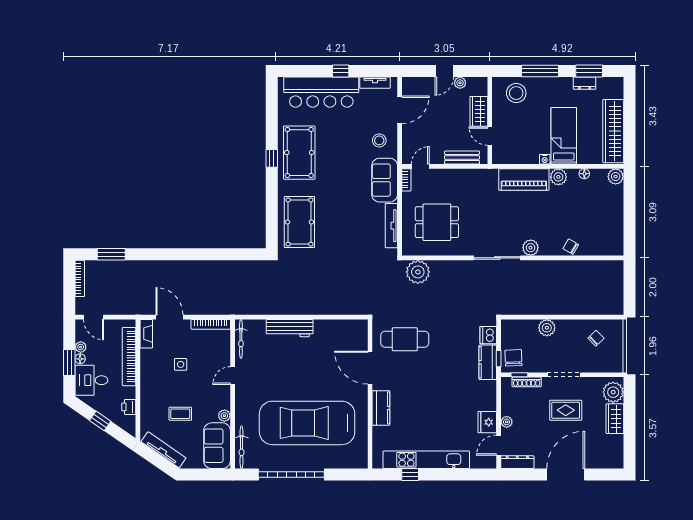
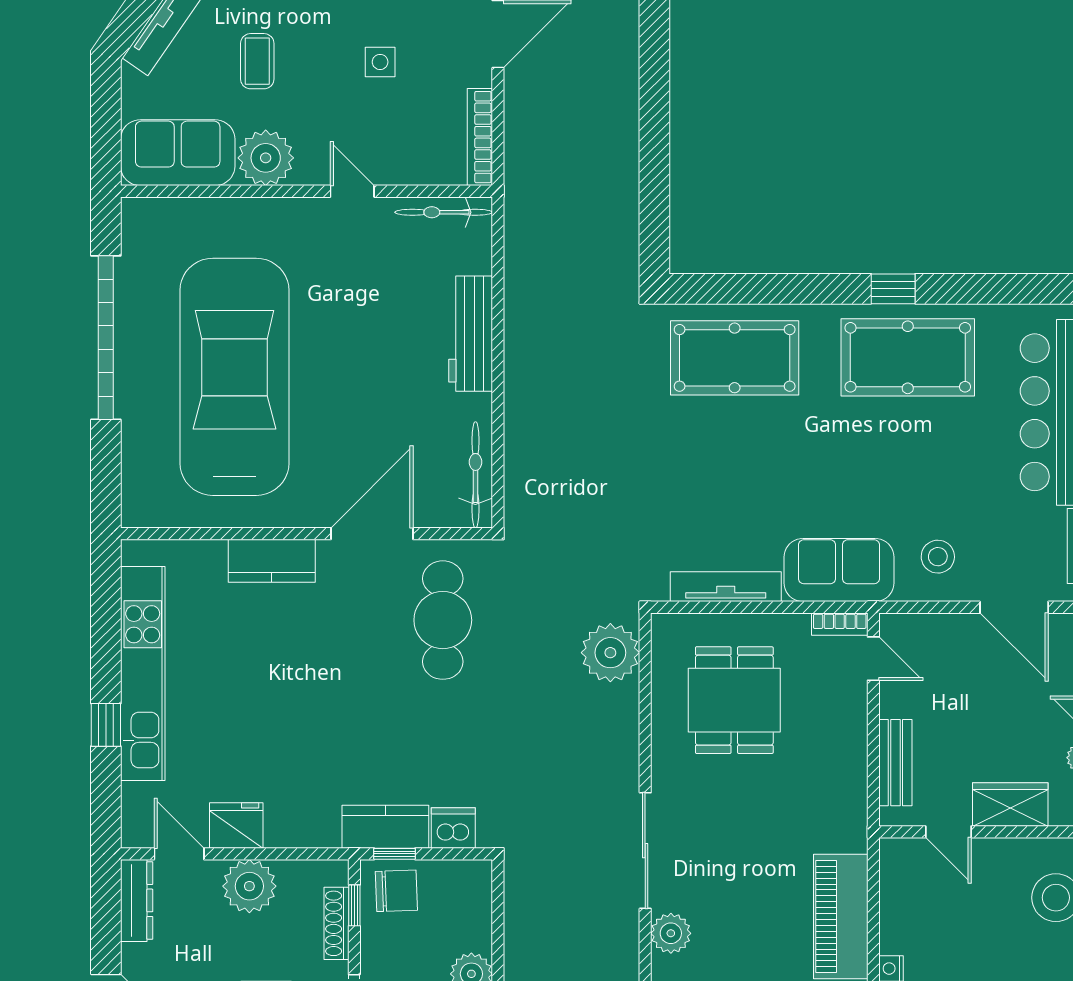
door: (490, 136) -> (948, 832), swing flipped
plant: (224, 416) -> (266, 158), width x1.88, depth x1.88
plant: (507, 422) -> (249, 886), width x1.88, depth x1.88
bicycle: (242, 447) -> (475, 475), moved, turned 90
window: (410, 475) -> (106, 725), moved

